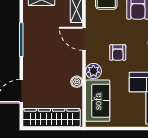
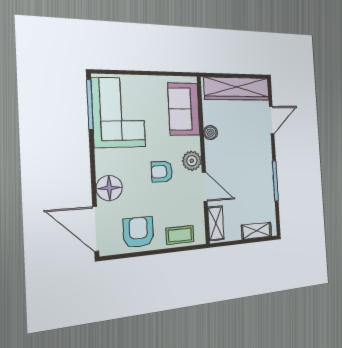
armchair: (118, 53) -> (162, 172), turned -90
plant: (93, 71) -> (192, 161), moved

